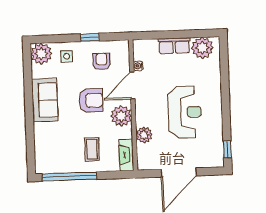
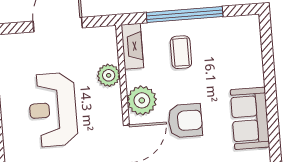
armchair: (91, 100) -> (185, 121), turned 180
window: (69, 177) -> (185, 15), moved

